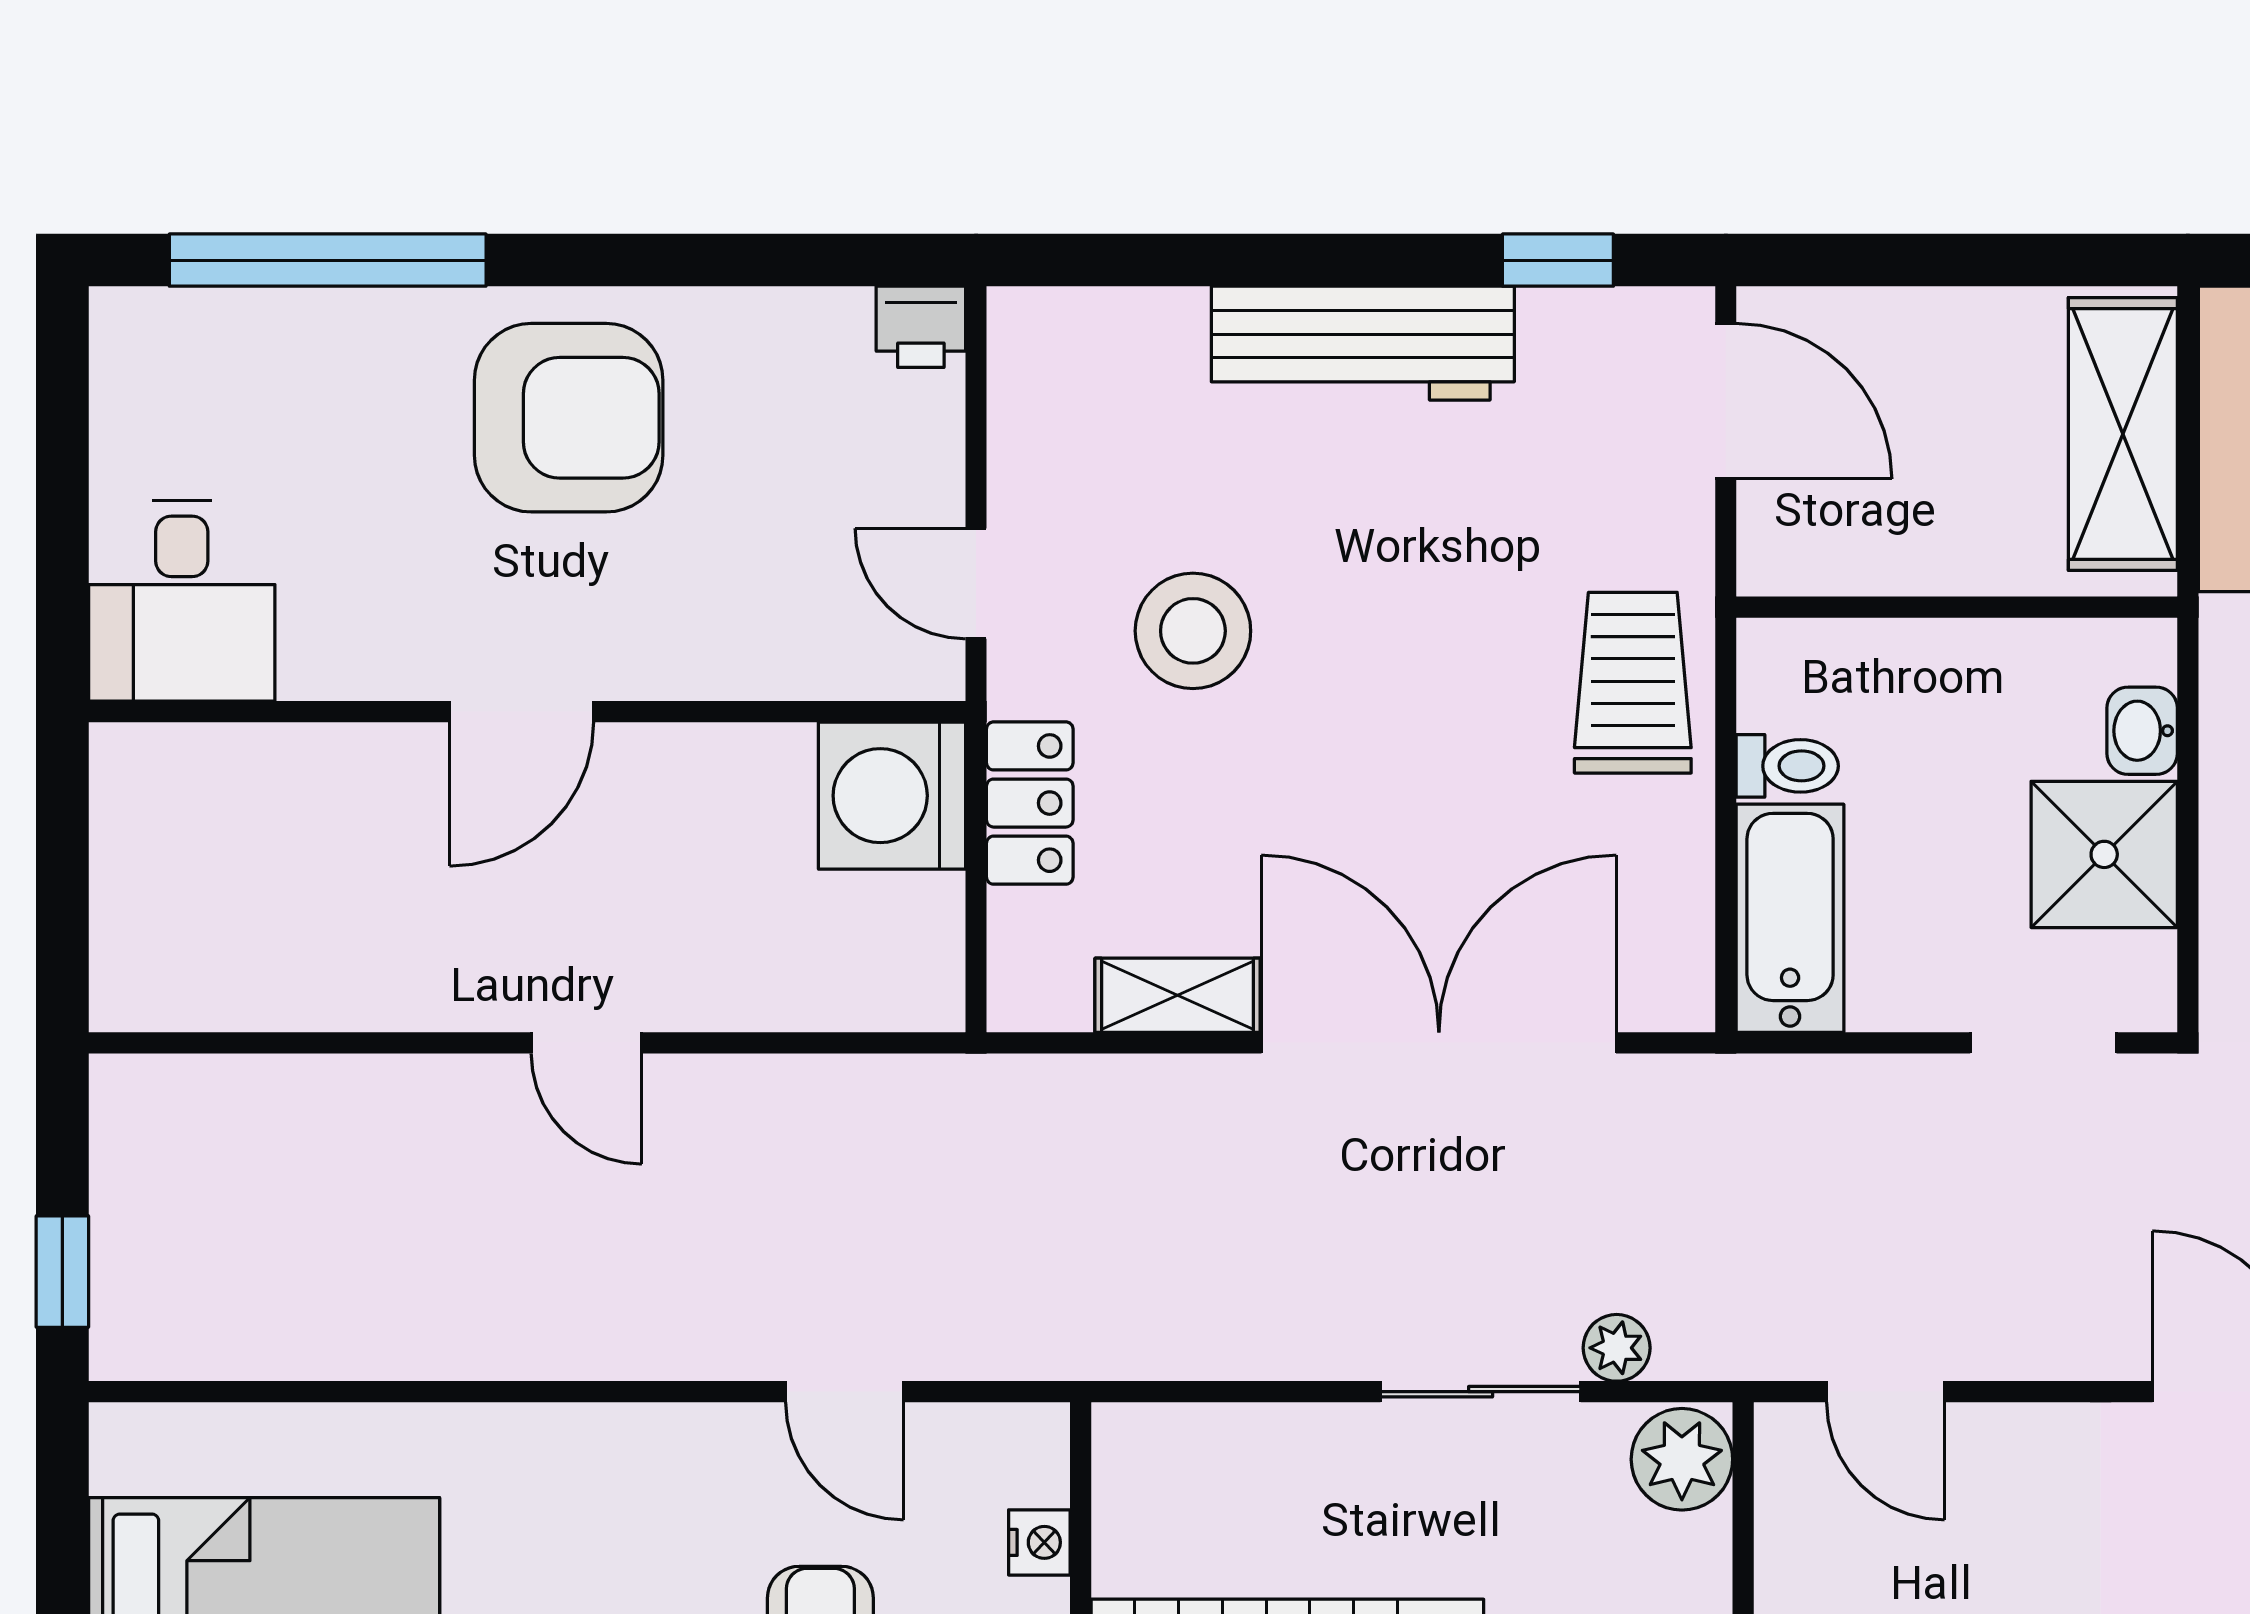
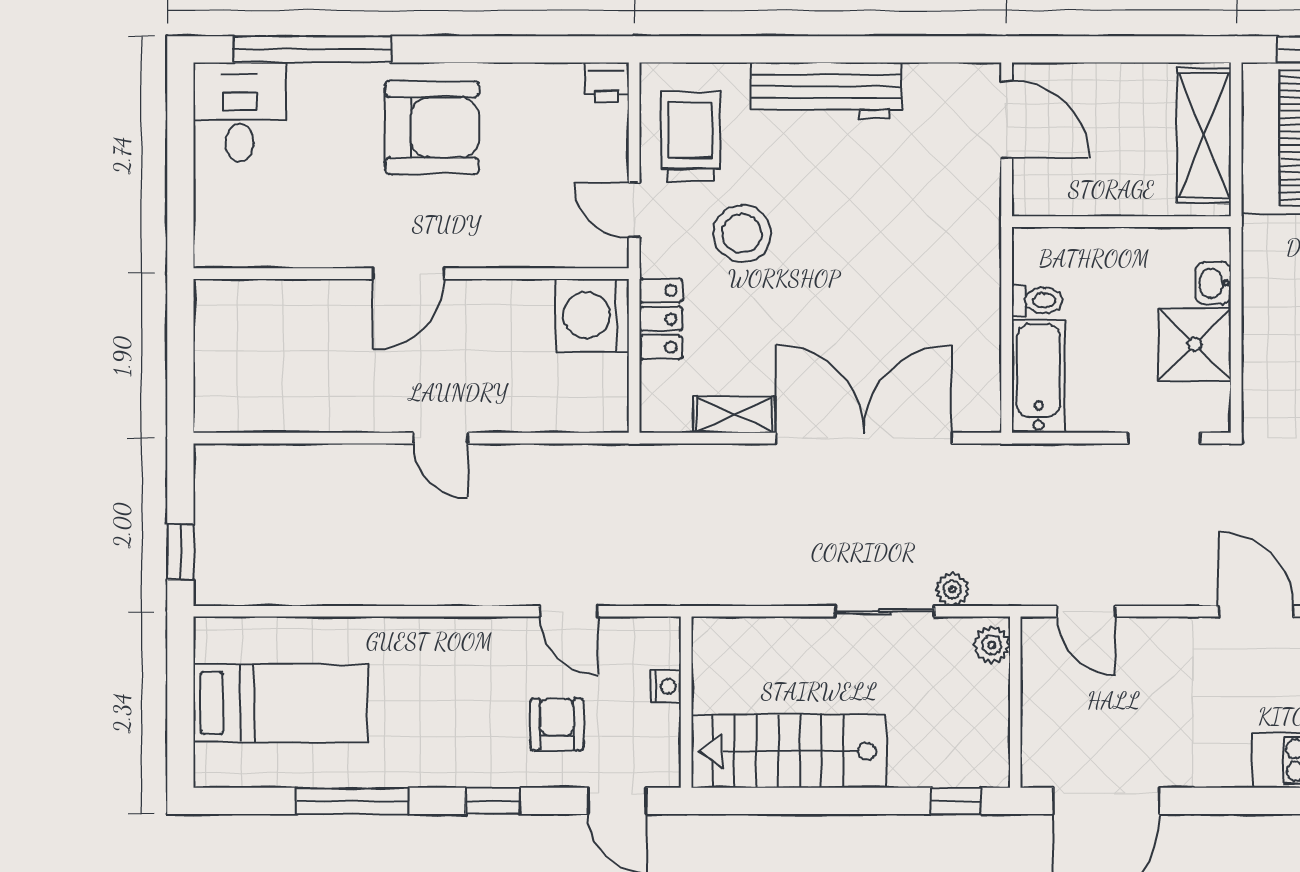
window: (1558, 260) -> (923, 49), removed
desk: (182, 601) -> (240, 112), moved, turned 180
trolley: (1633, 683) -> (690, 136), moved
plant: (1682, 1459) -> (992, 645), width x0.73, depth x0.73

